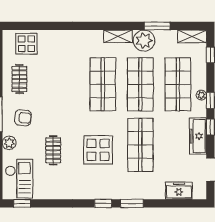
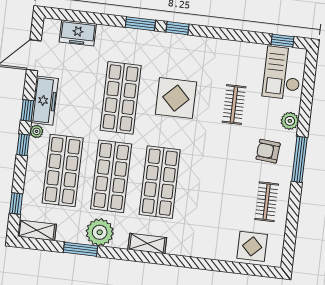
shelving: (118, 36) -> (147, 244), moved
plant: (201, 95) -> (37, 131), moved

